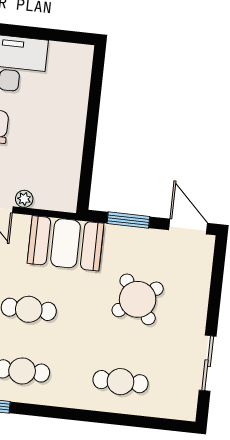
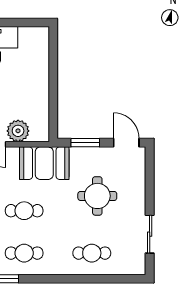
plant: (24, 199) -> (18, 131), width x1.88, depth x1.88
round table: (138, 299) -> (97, 196), turned 36

